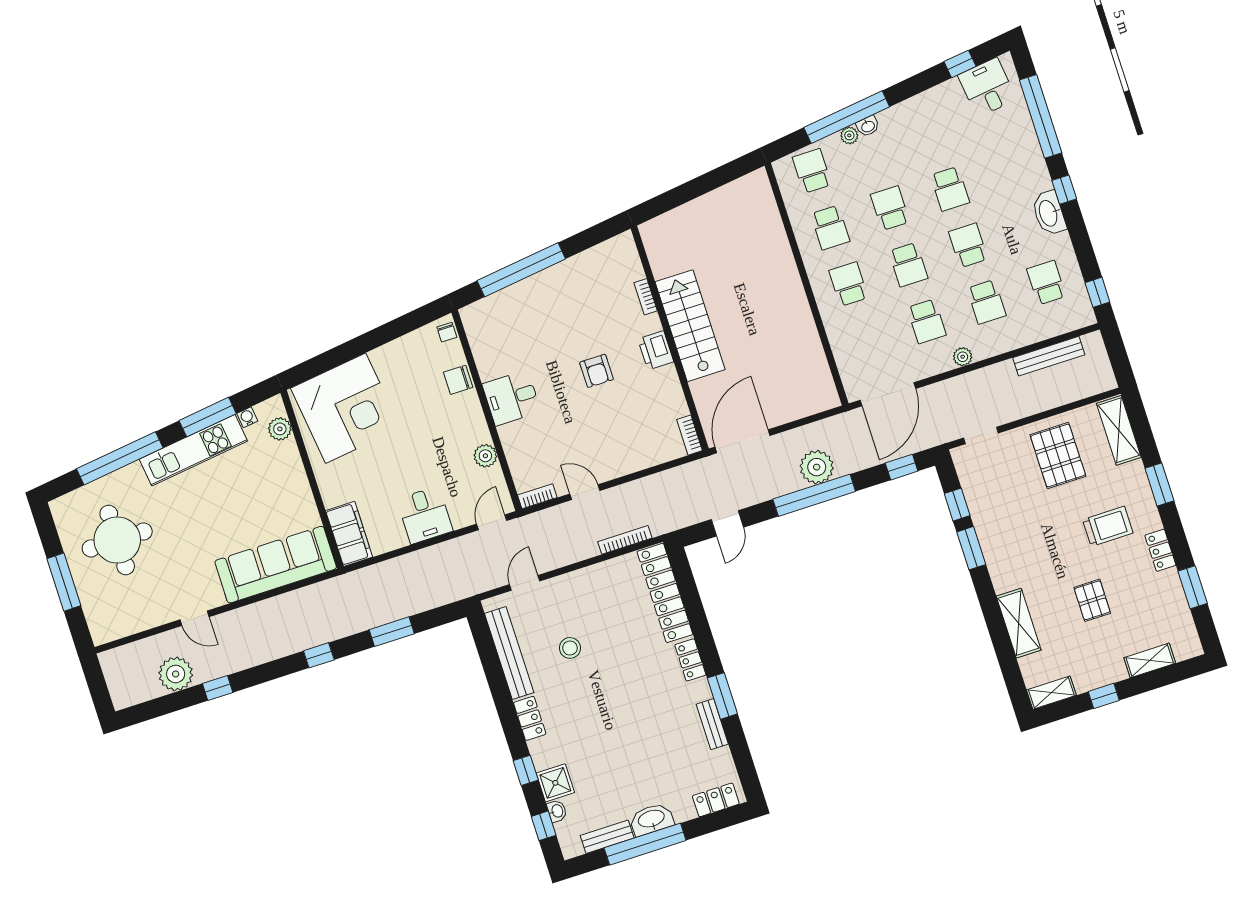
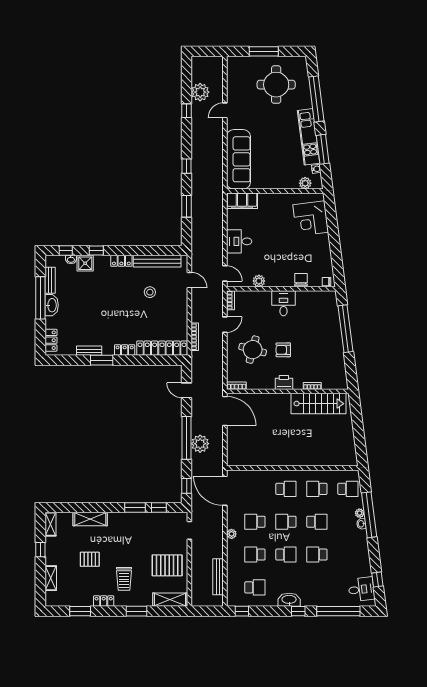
stairs: (690, 326) -> (319, 404), moved
corner desk: (346, 408) -> (311, 218), width x0.74, depth x0.74
round table: (614, 427) -> (253, 350), added

